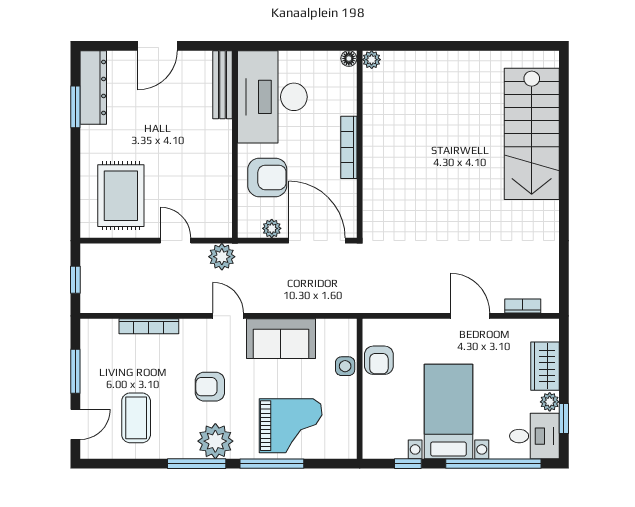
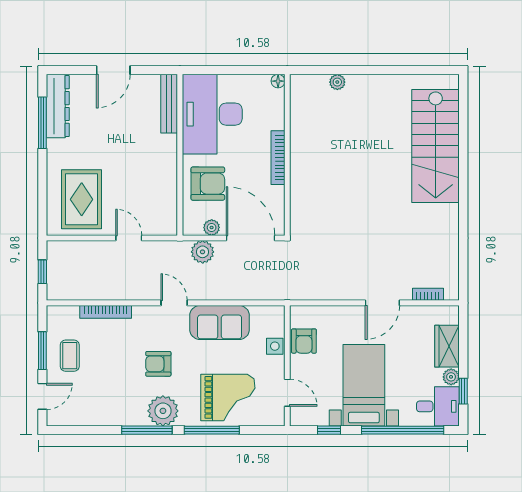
plant: (372, 60) -> (337, 82), moved
window: (75, 107) -> (42, 123), width x1.44
plant: (222, 257) -> (203, 252), moved
door: (470, 316) -> (382, 303), swing flipped
coffee table: (136, 418) -> (70, 356), moved, width x0.73, depth x0.77
door: (360, 420) -> (287, 393), added

